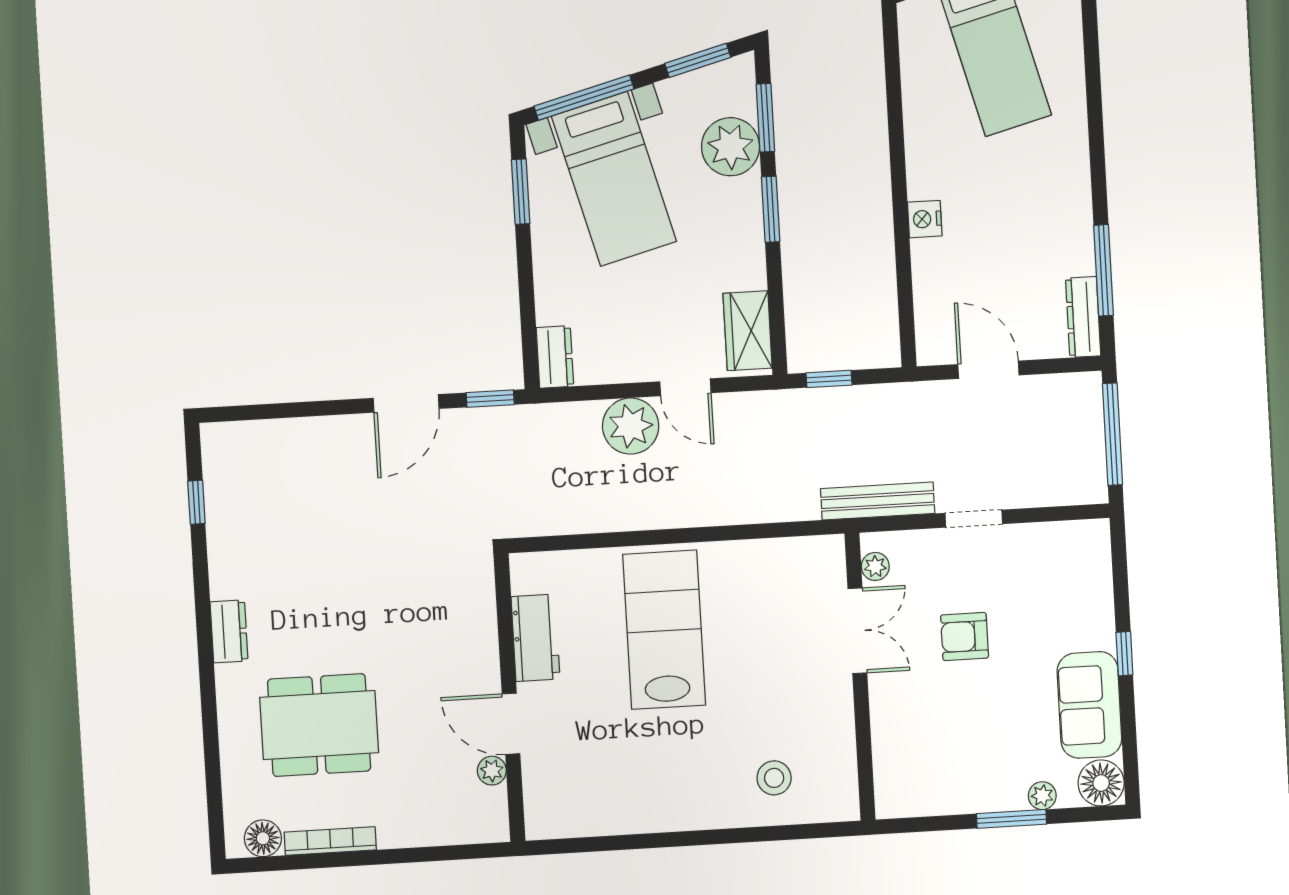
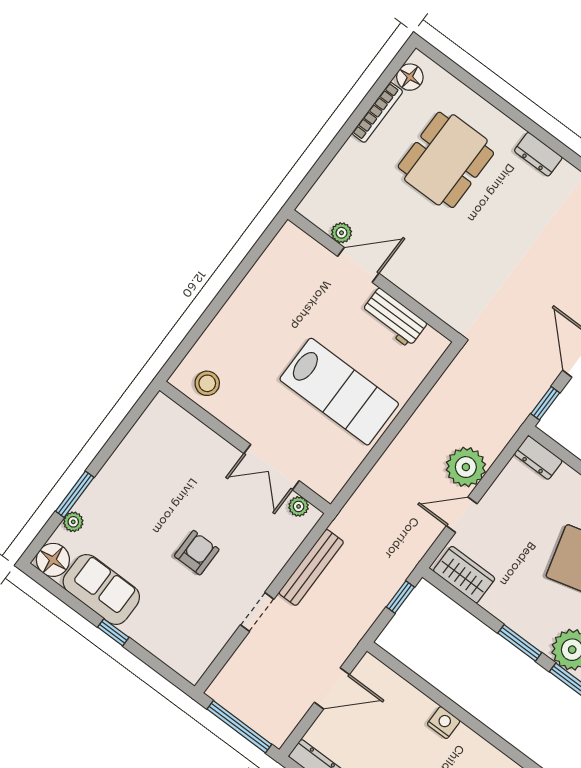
plant: (875, 566) -> (299, 506), moved
double door: (857, 631) -> (272, 467), moved
wall: (860, 677) -> (245, 447), moved

